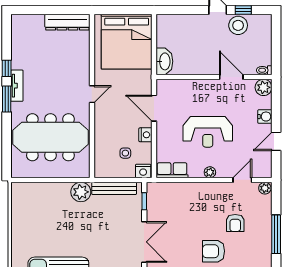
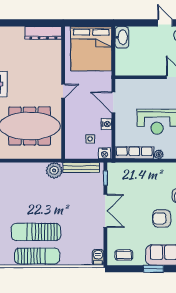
washbasin: (164, 61) -> (122, 37), moved
row of seats: (172, 170) -> (134, 153), width x1.48

